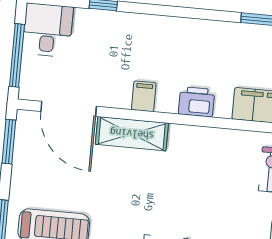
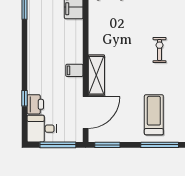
printer: (197, 102) -> (35, 104), moved, turned 180

